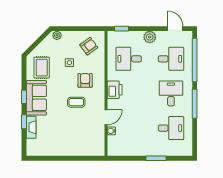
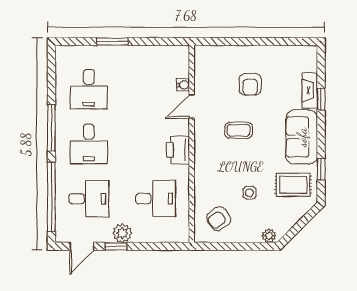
window: (122, 29) -> (116, 246), moved
door: (175, 29) -> (82, 246), hinge flipped
desk: (171, 59) -> (89, 199), turned 180
rug: (42, 68) -> (293, 185), turned 90
armchair: (85, 80) -> (250, 84), moved
window: (24, 97) -> (321, 169), moved
desk: (171, 128) -> (89, 89), turned -90

